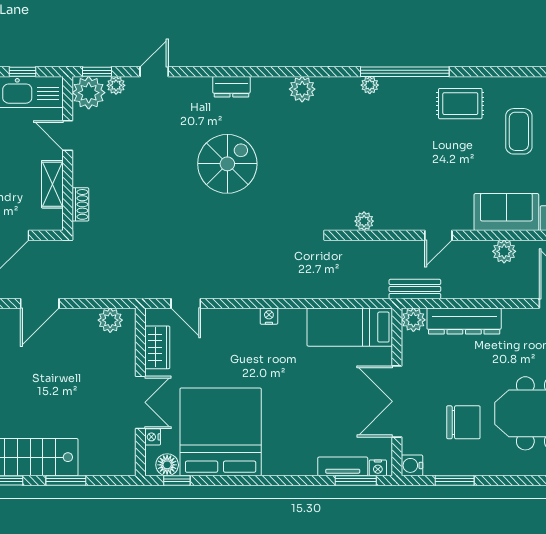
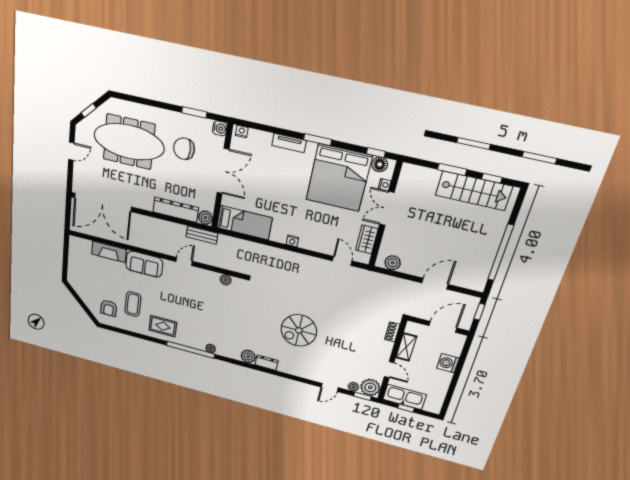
dresser: (231, 87) -> (267, 363), moved
plant: (504, 251) -> (148, 243), removed
tv unit: (343, 466) -> (289, 143), moved
window: (356, 480) -> (318, 140), moved

